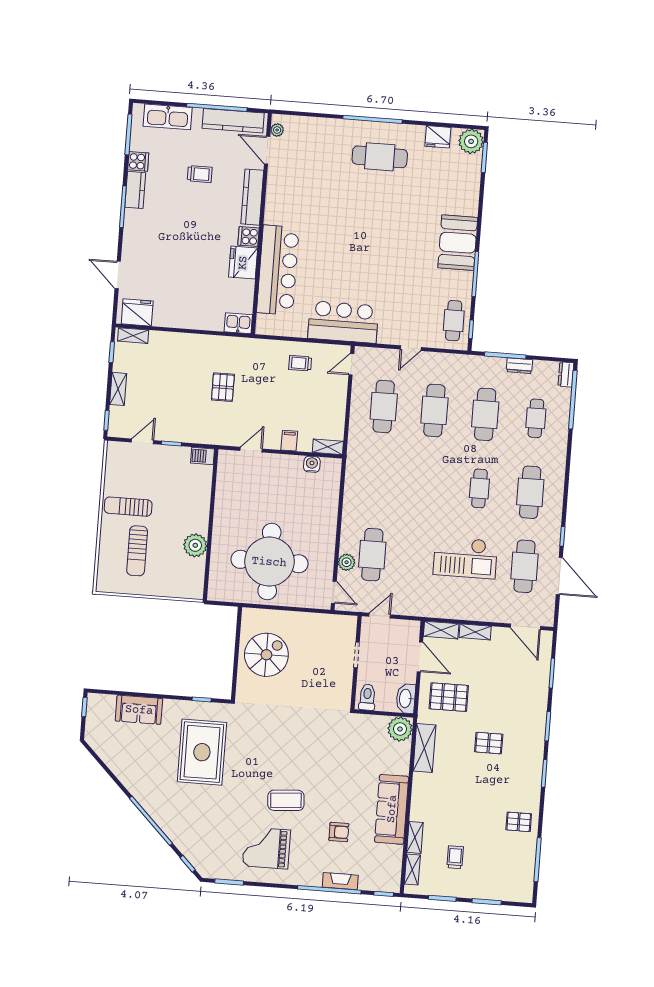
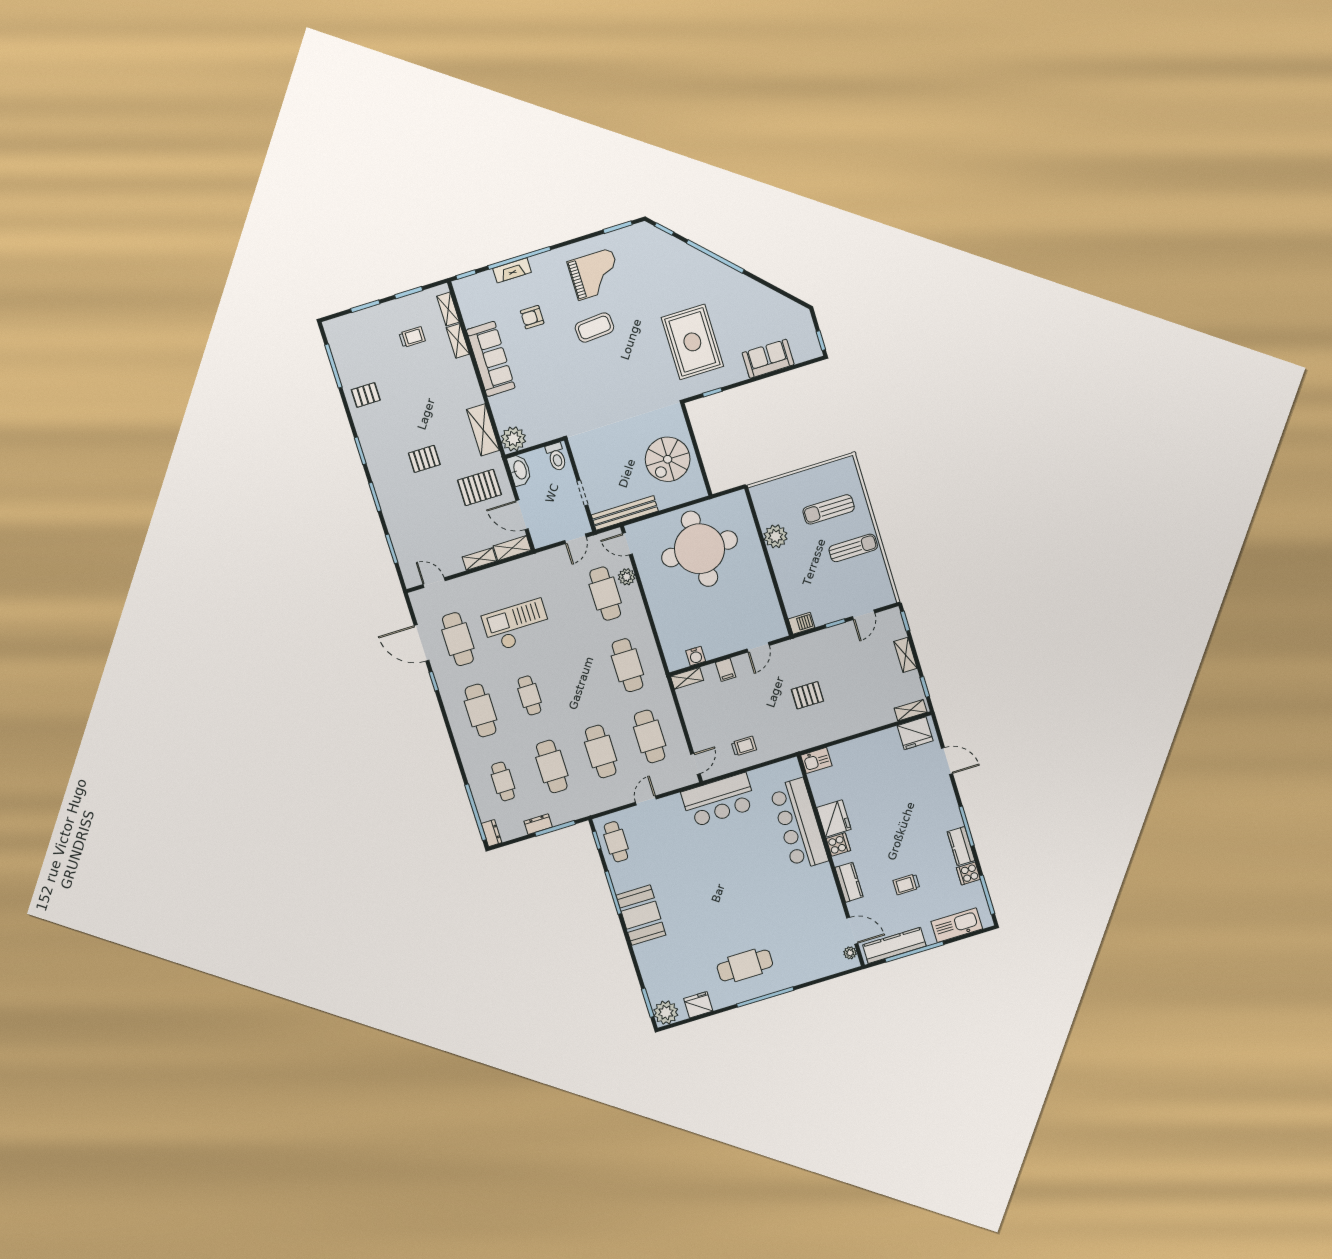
kitchen counter: (252, 197) -> (849, 882), width x0.67
pallet: (223, 387) -> (807, 695), turned 90
cafe table: (378, 481) -> (627, 665), added
sun lounger: (137, 551) -> (829, 509), turned -90
bench: (325, 621) -> (625, 513), added
door: (525, 627) -> (434, 583), width x0.73
trolley: (455, 857) -> (412, 337), turned -90

